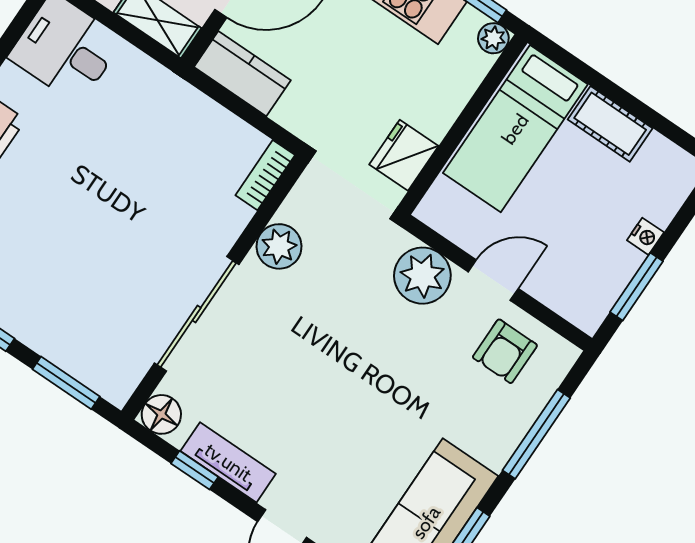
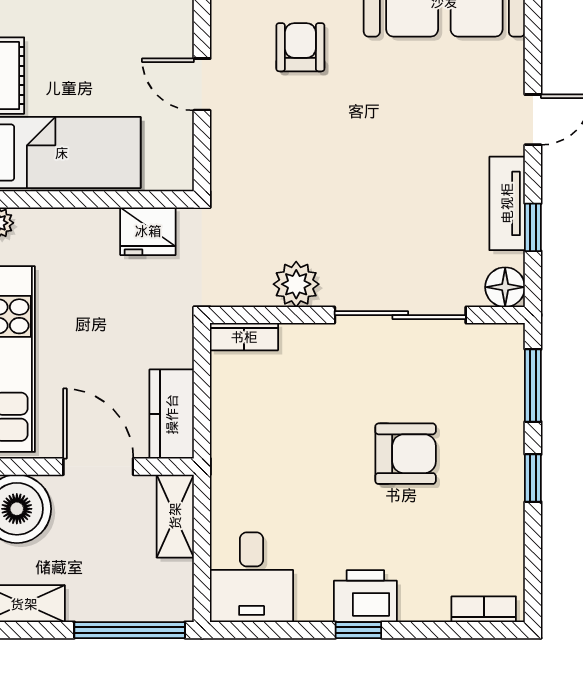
armchair: (81, 242) -> (406, 454), added
plant: (422, 276) -> (239, 147), removed
armchair: (505, 351) -> (300, 47), moved, turned -90

